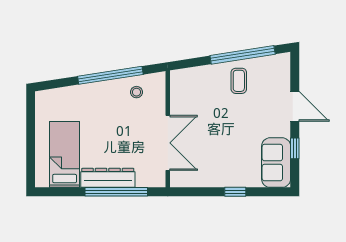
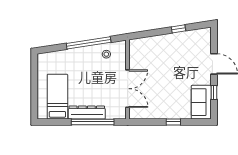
window: (243, 55) -> (178, 29), width x0.32
coffee table: (239, 81) -> (176, 47), removed

